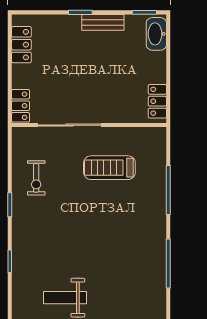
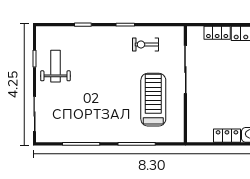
locker: (157, 101) -> (227, 136), moved
locker: (20, 106) -> (217, 33), moved
treadmill: (109, 168) -> (153, 100), width x1.37, depth x1.37

